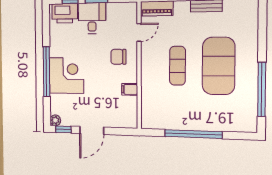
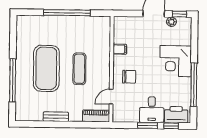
window: (46, 72) -> (194, 85), moved
window: (262, 89) -> (13, 80), moved
plant: (55, 120) -> (171, 22), moved

